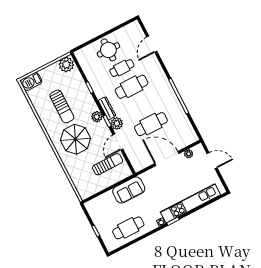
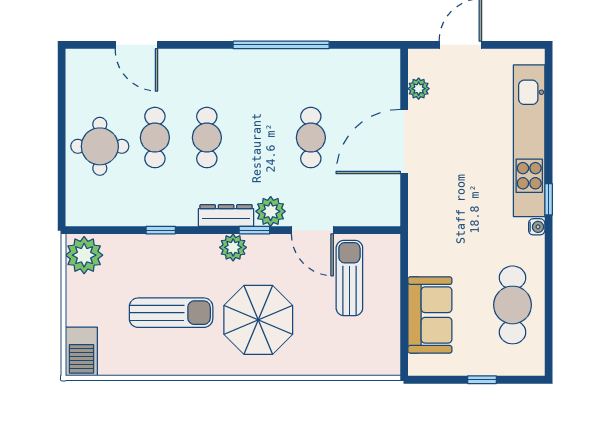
cafe table: (132, 87) -> (207, 138), width x0.73, depth x0.74
cafe table: (151, 124) -> (311, 138), width x0.73, depth x0.74
sofa: (129, 190) -> (430, 315), moved

